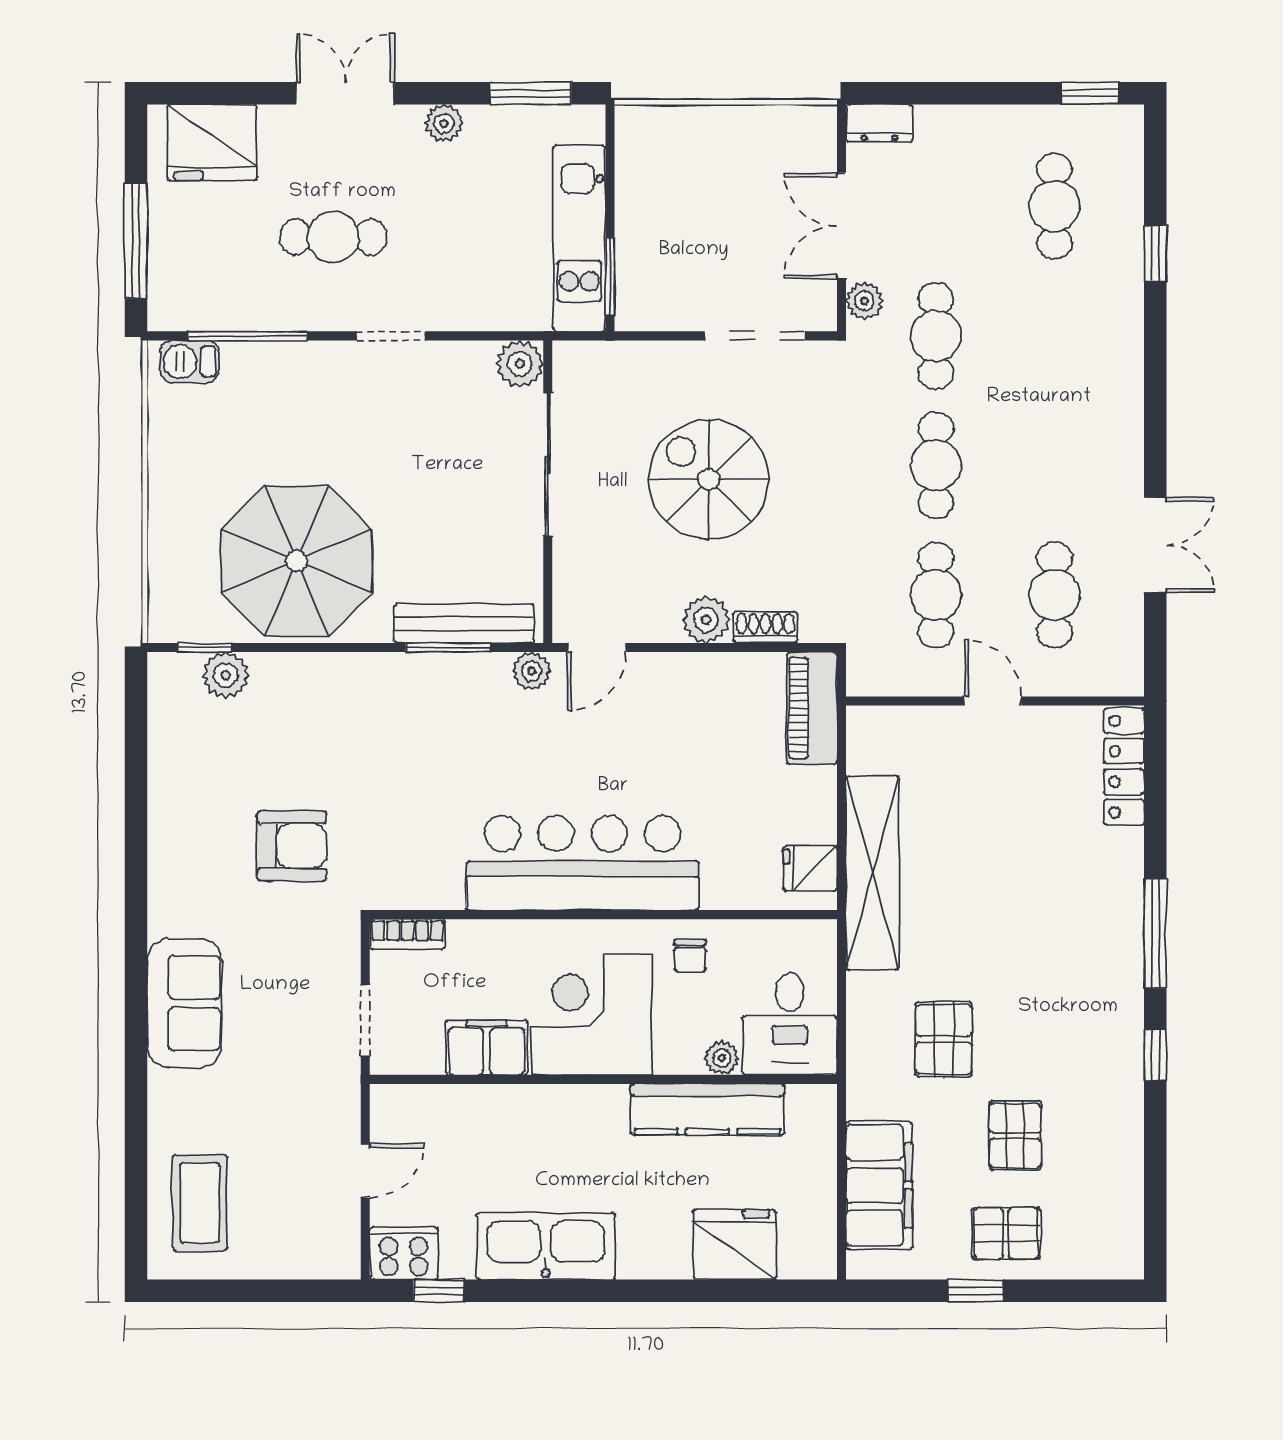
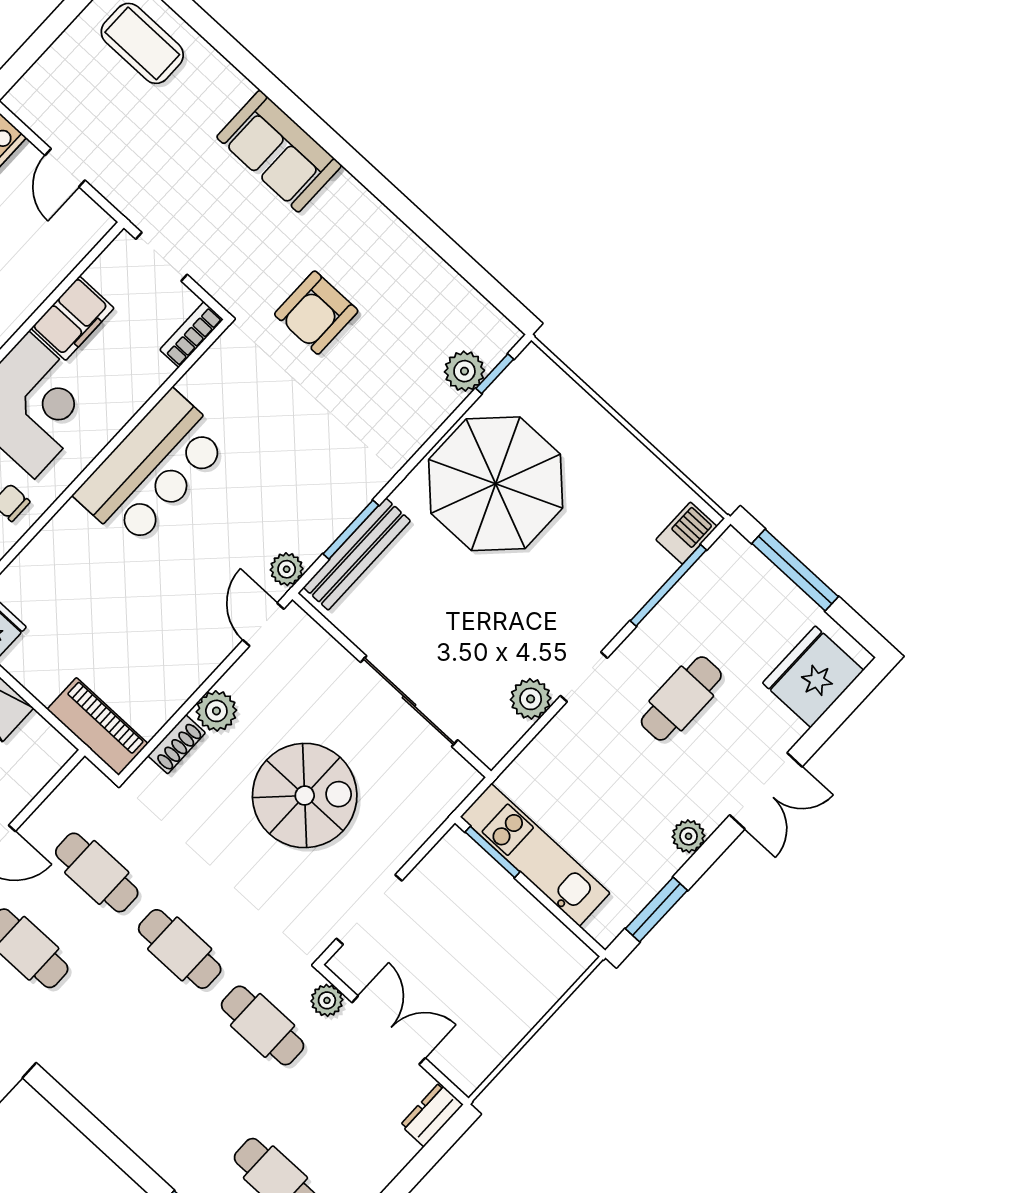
plant: (520, 364) -> (531, 699), moved
bar counter: (583, 863) -> (152, 469), width x0.73

